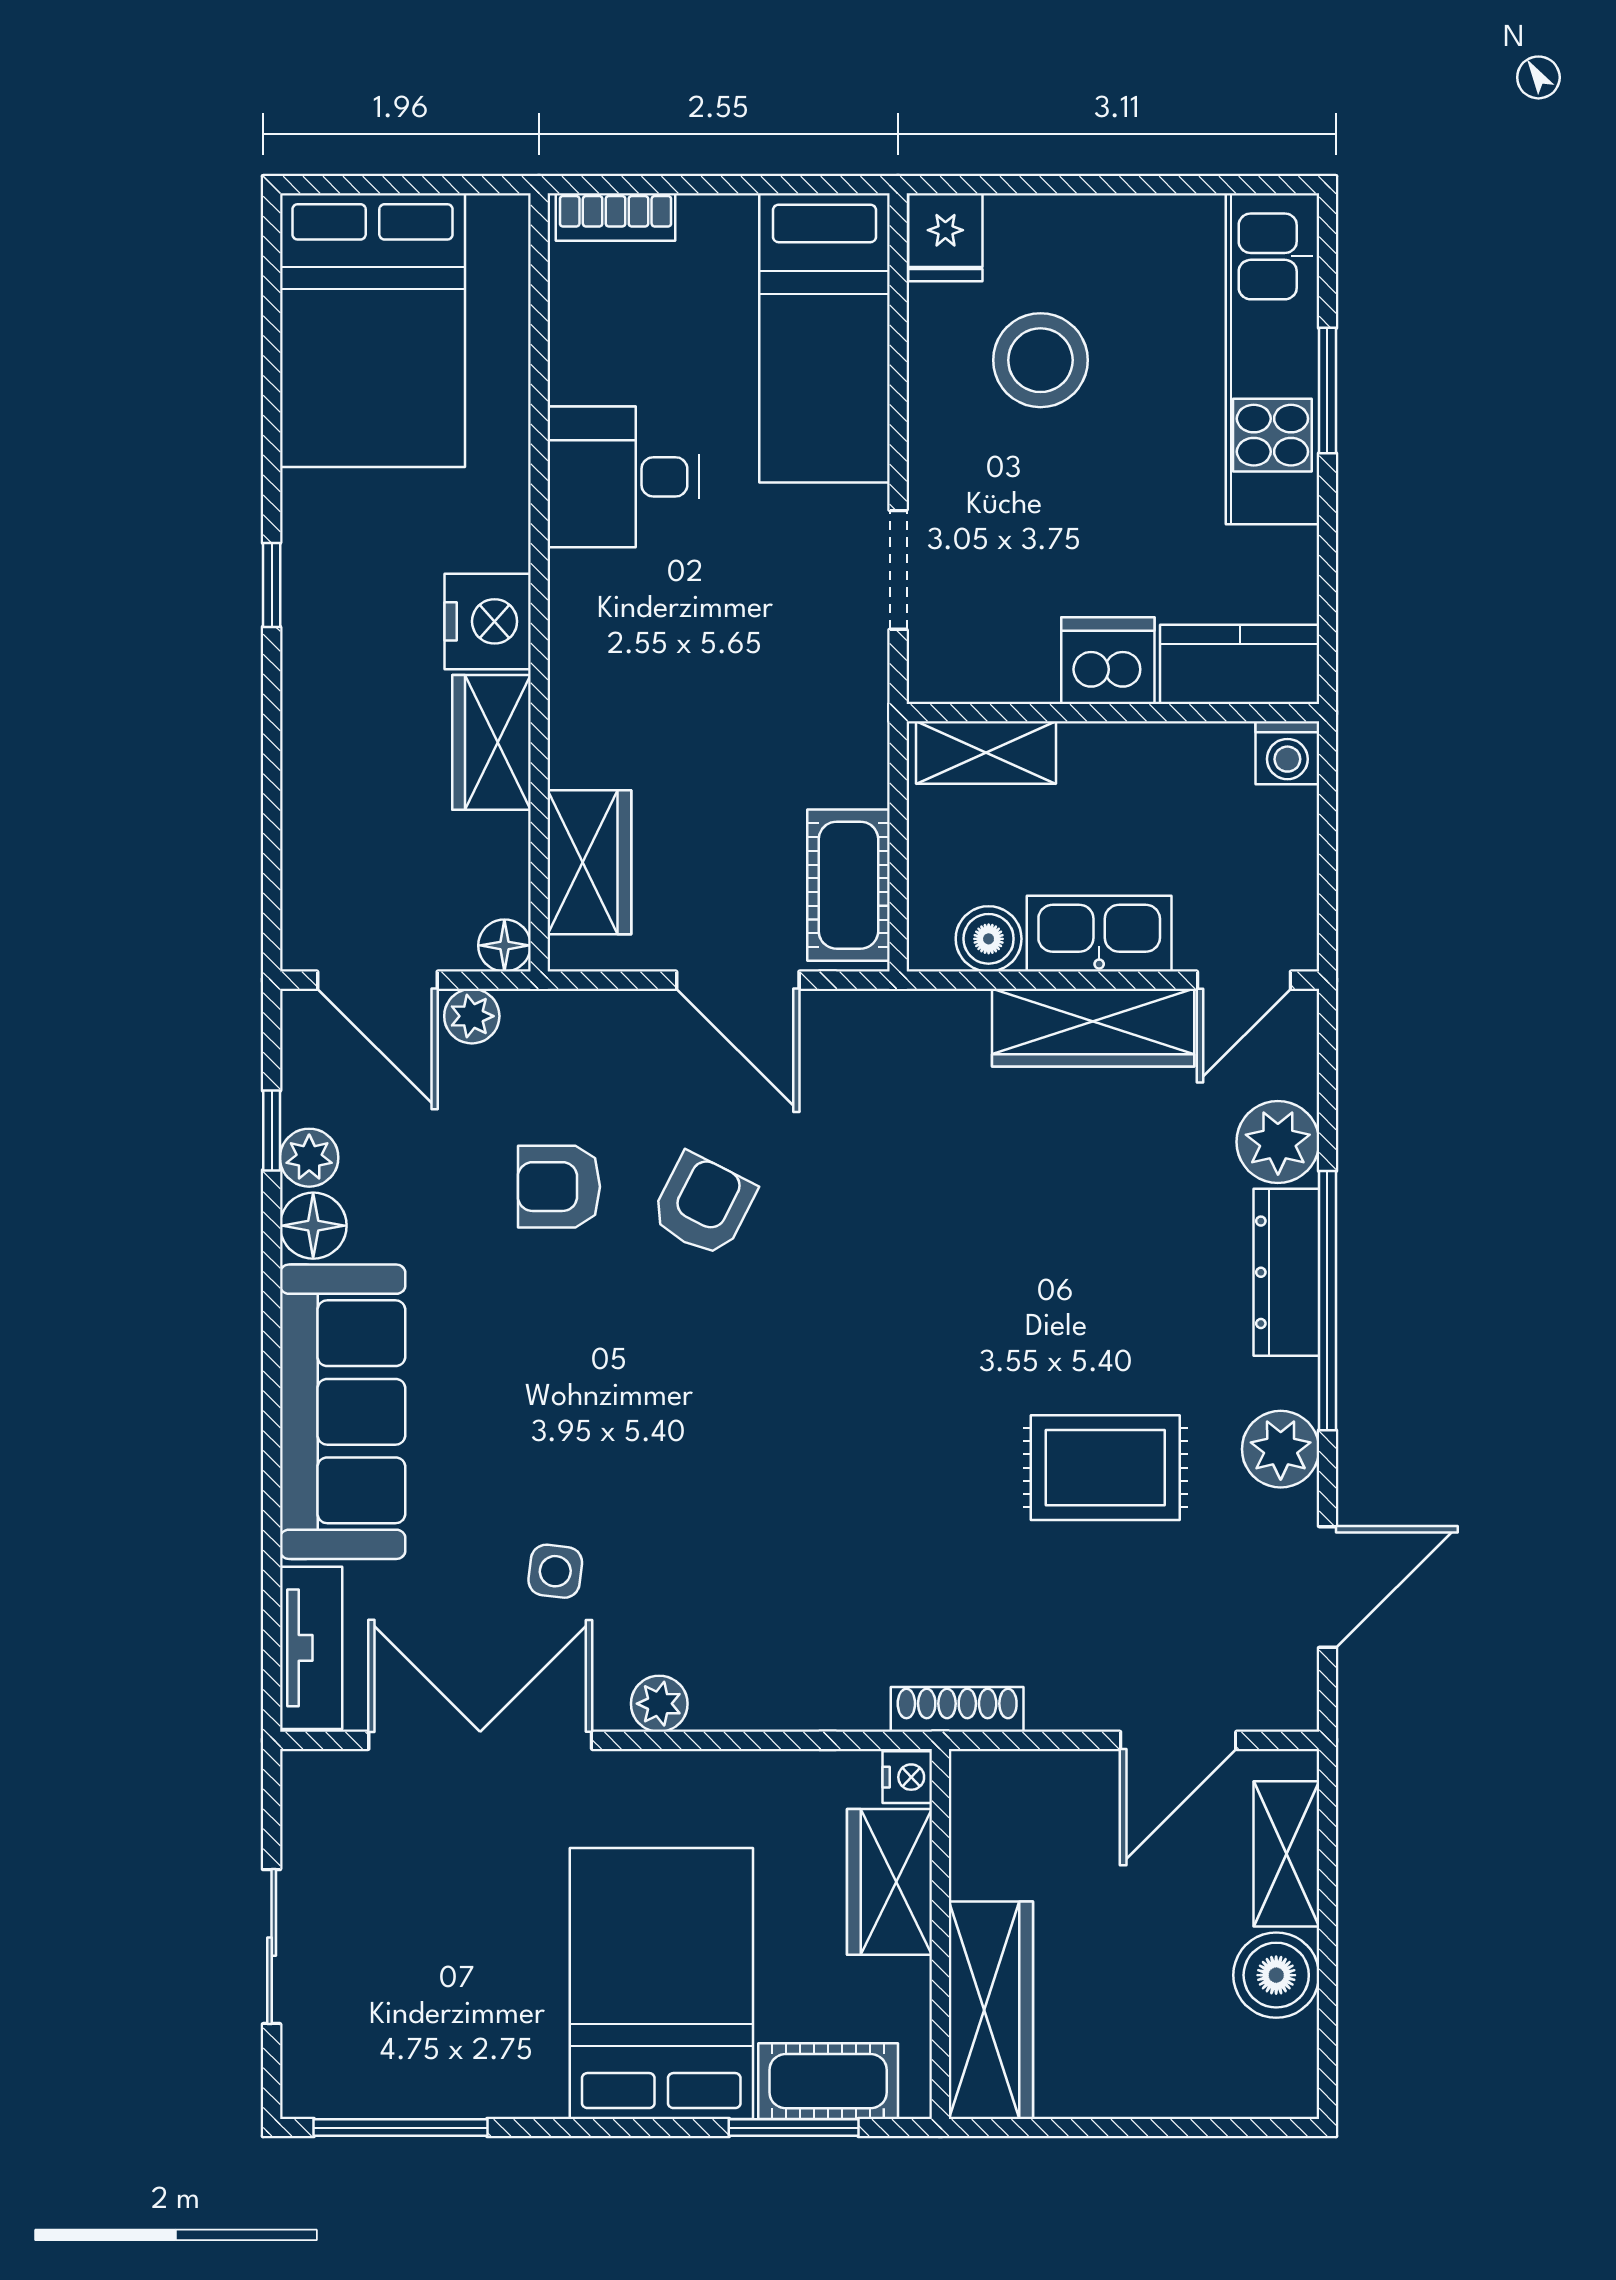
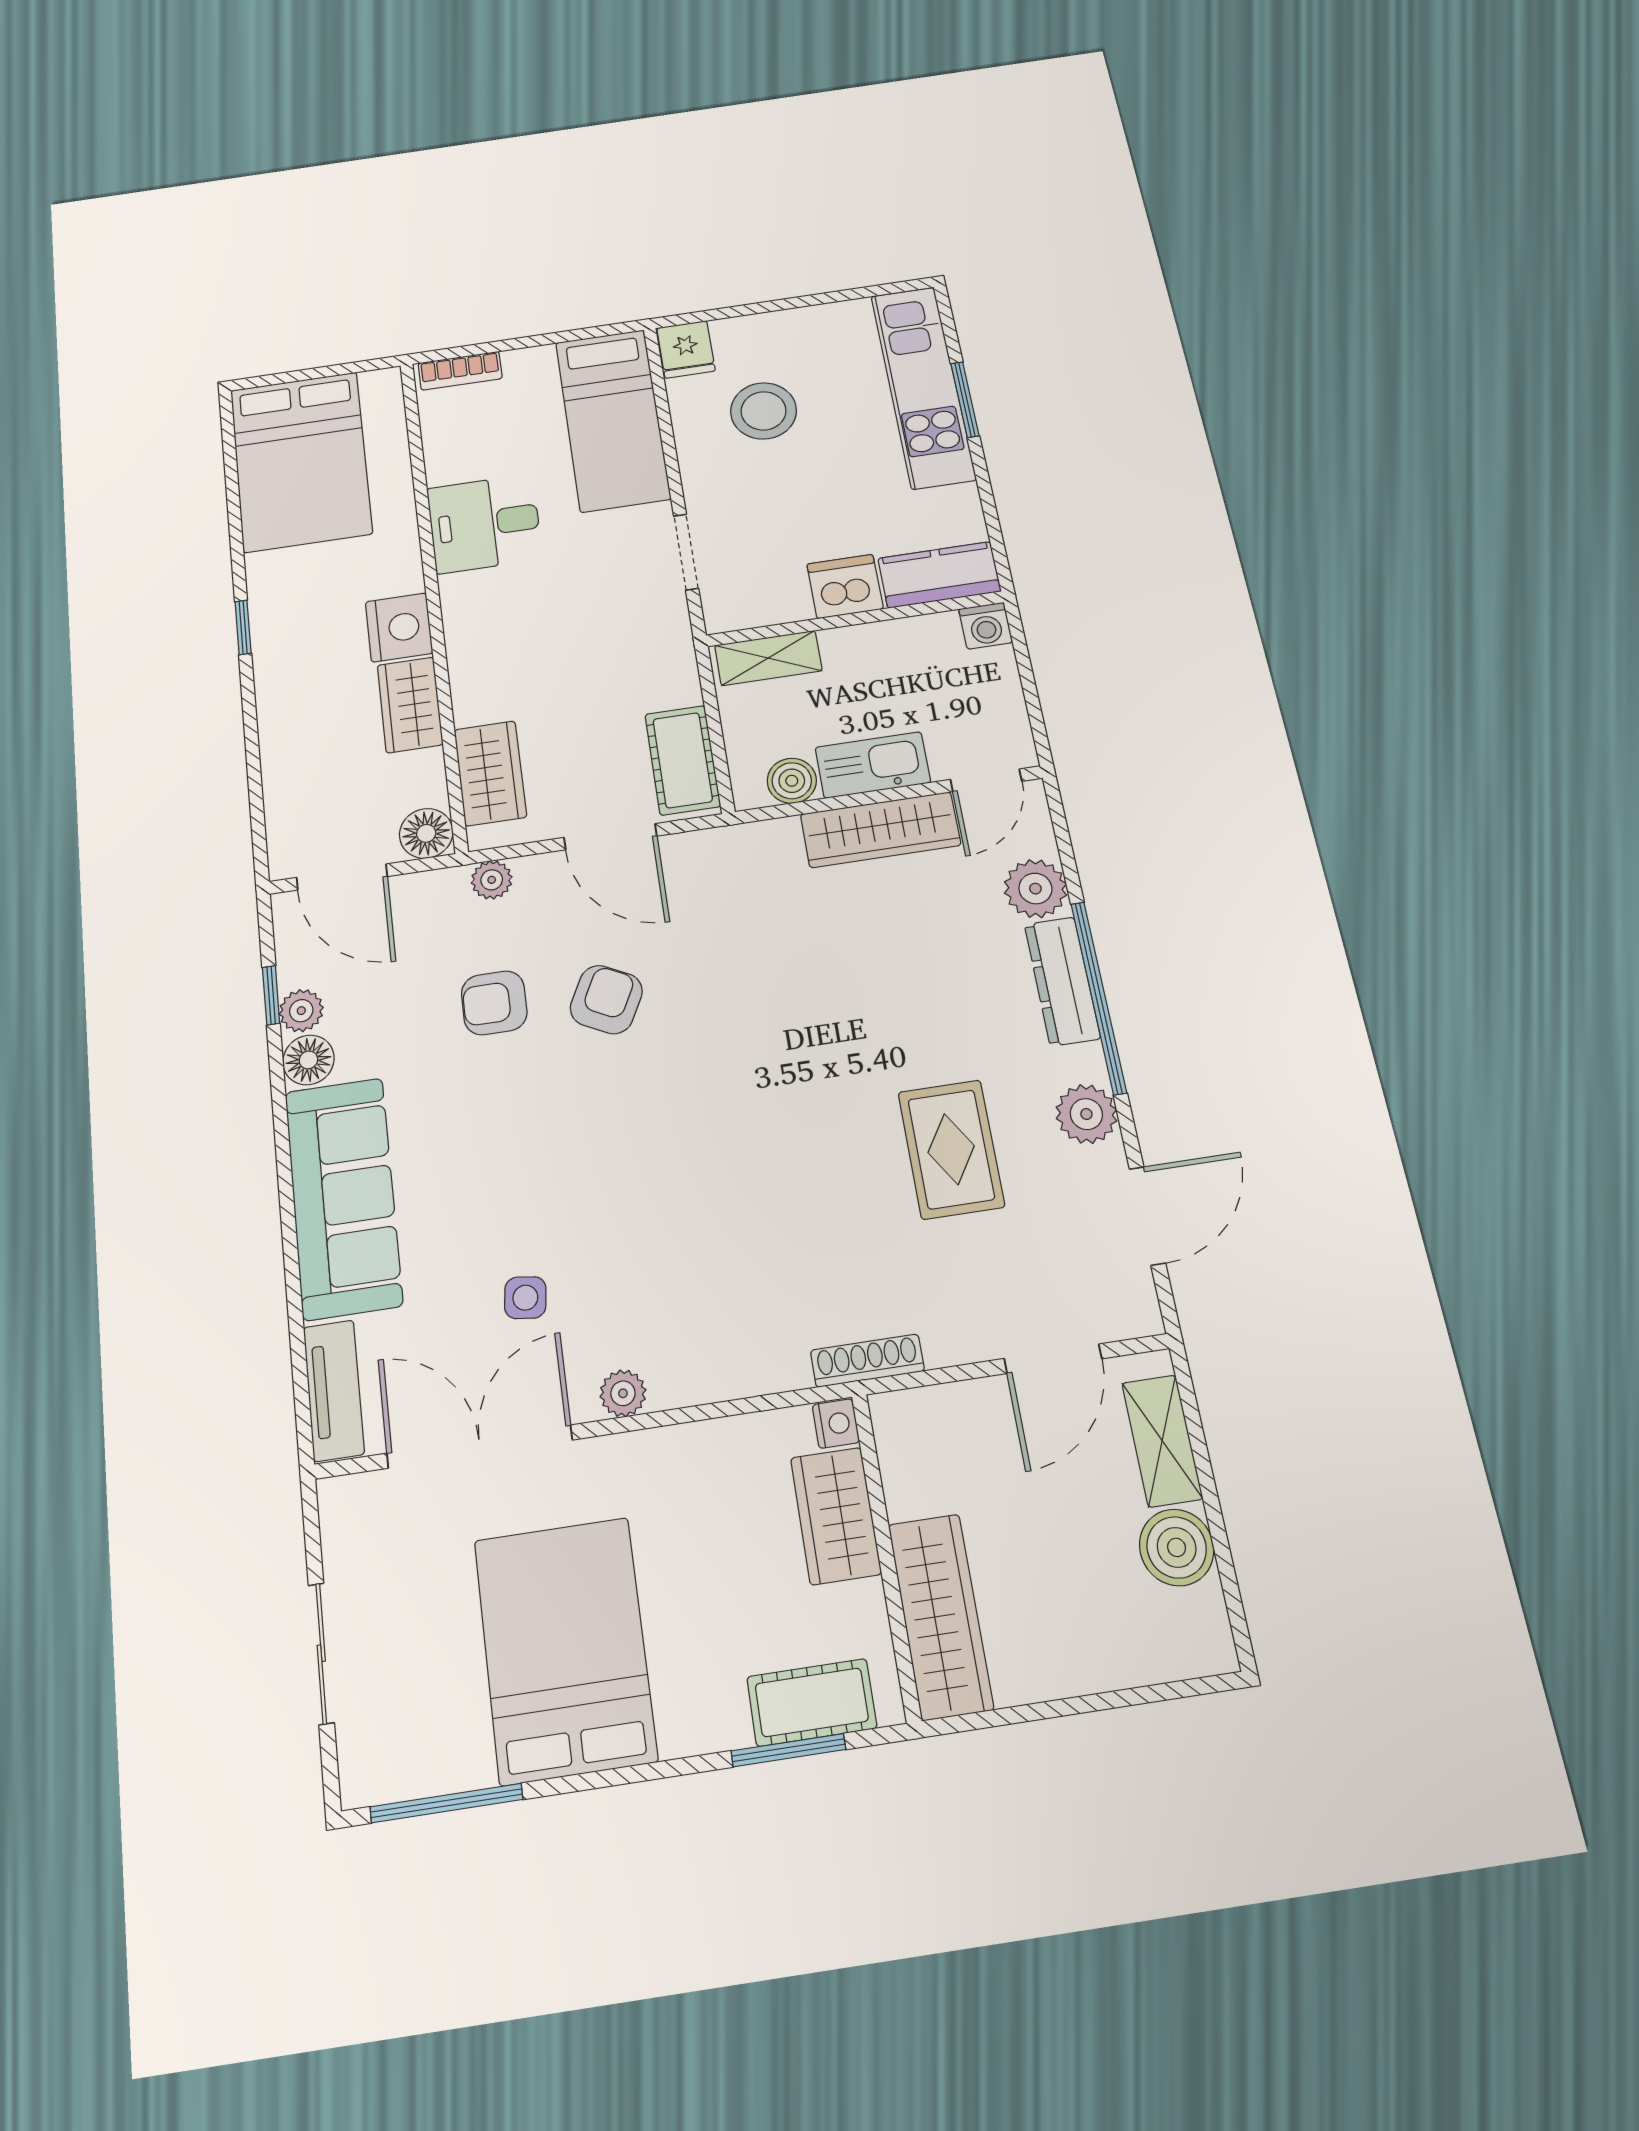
floor lamp: (504, 945) -> (426, 833), width x1.37, depth x1.37
plant: (472, 1016) -> (492, 880), moved
rug: (1105, 1468) -> (951, 1149), turned 90
bed: (661, 1983) -> (565, 1650), moved

